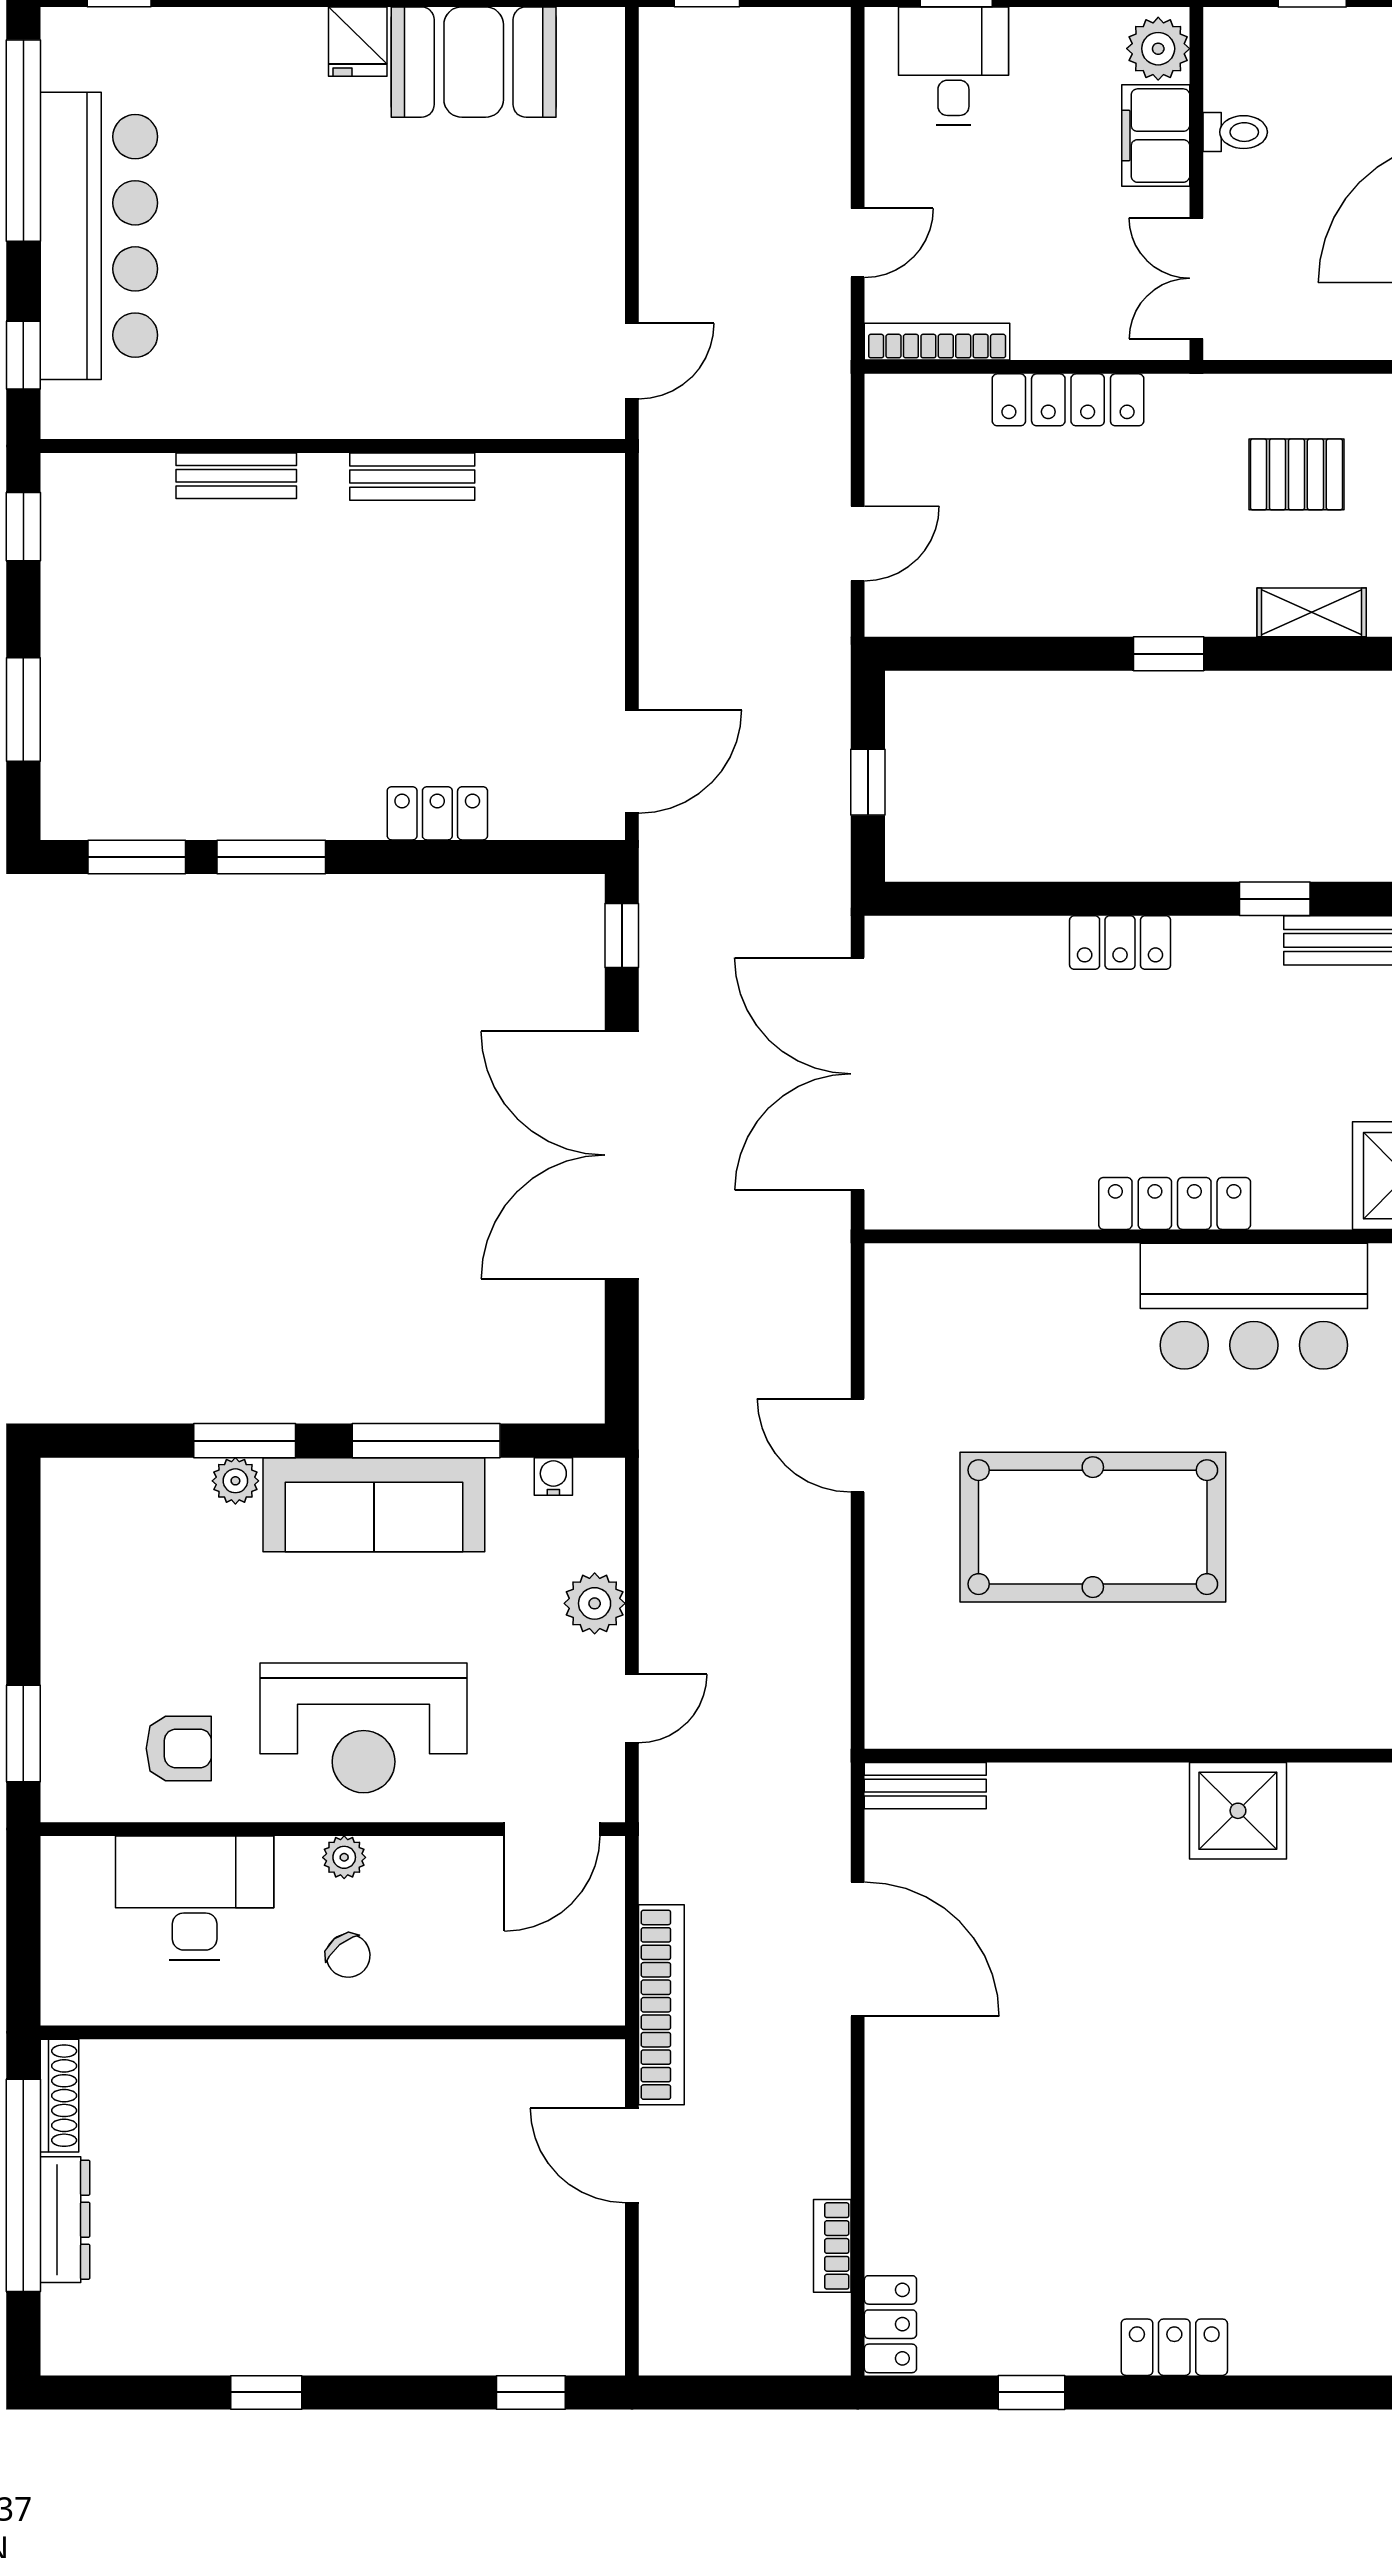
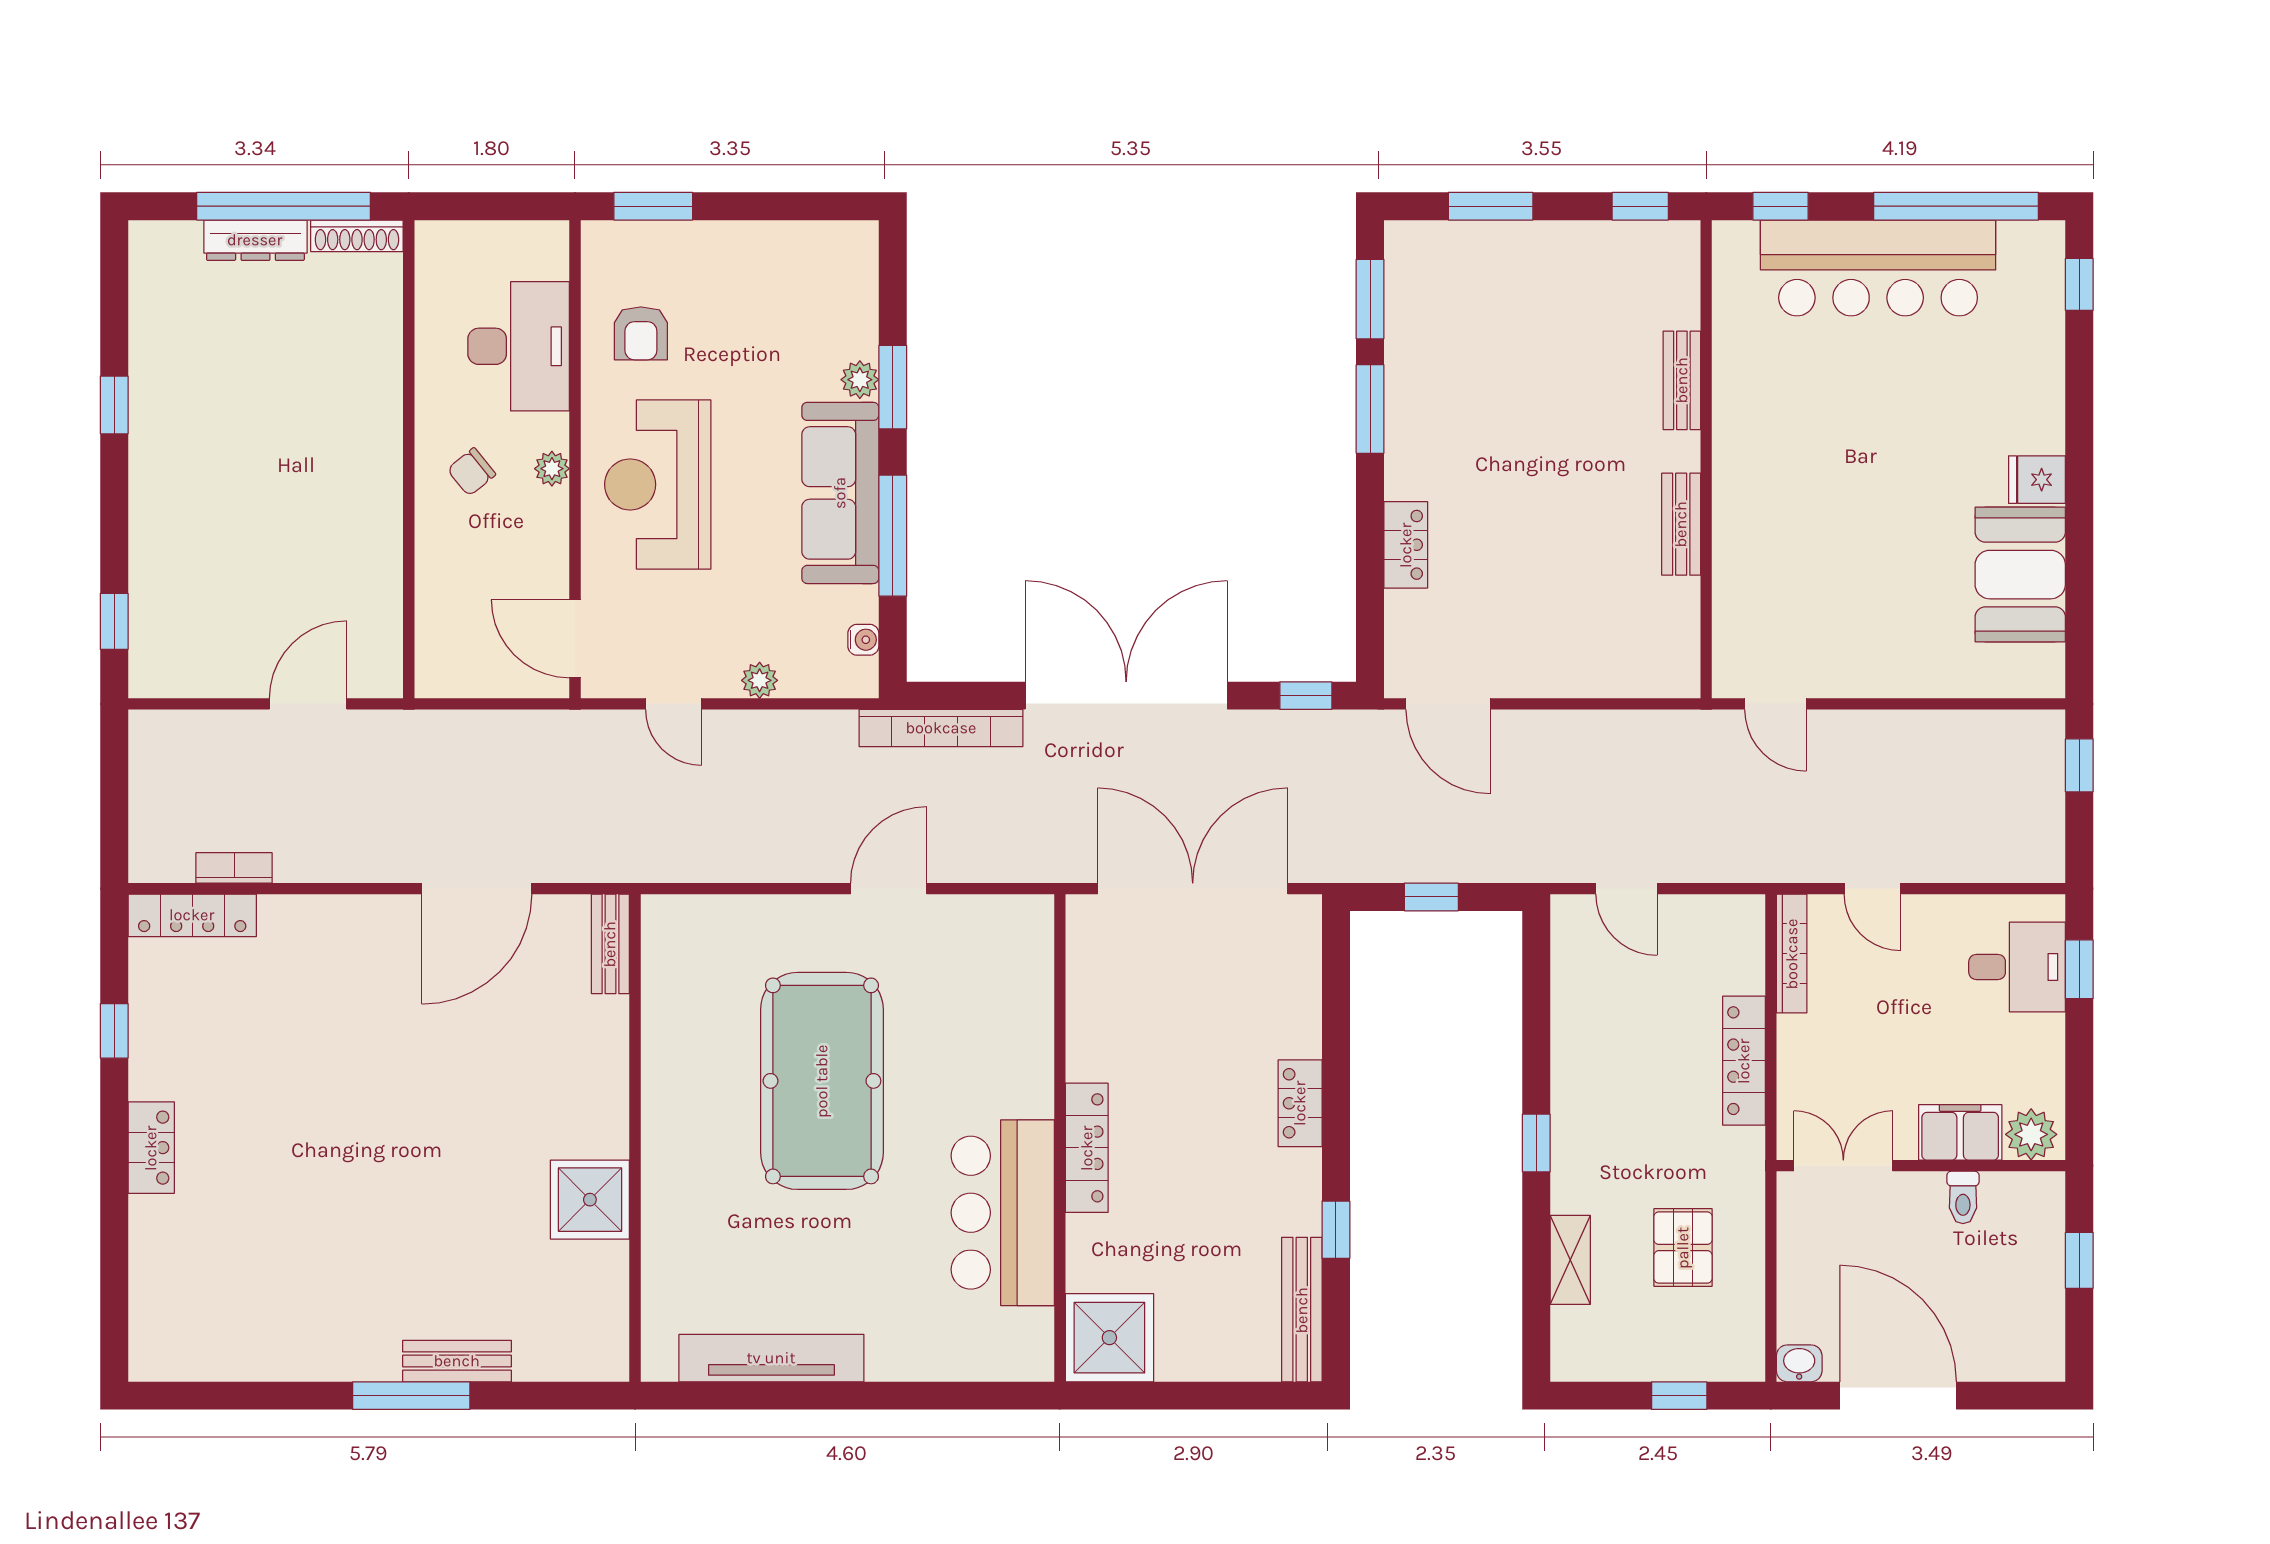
plant: (595, 1603) -> (760, 680), width x0.73, depth x0.73
bookcase: (661, 2005) -> (941, 728), moved
locker: (890, 2324) -> (192, 915), width x1.53

